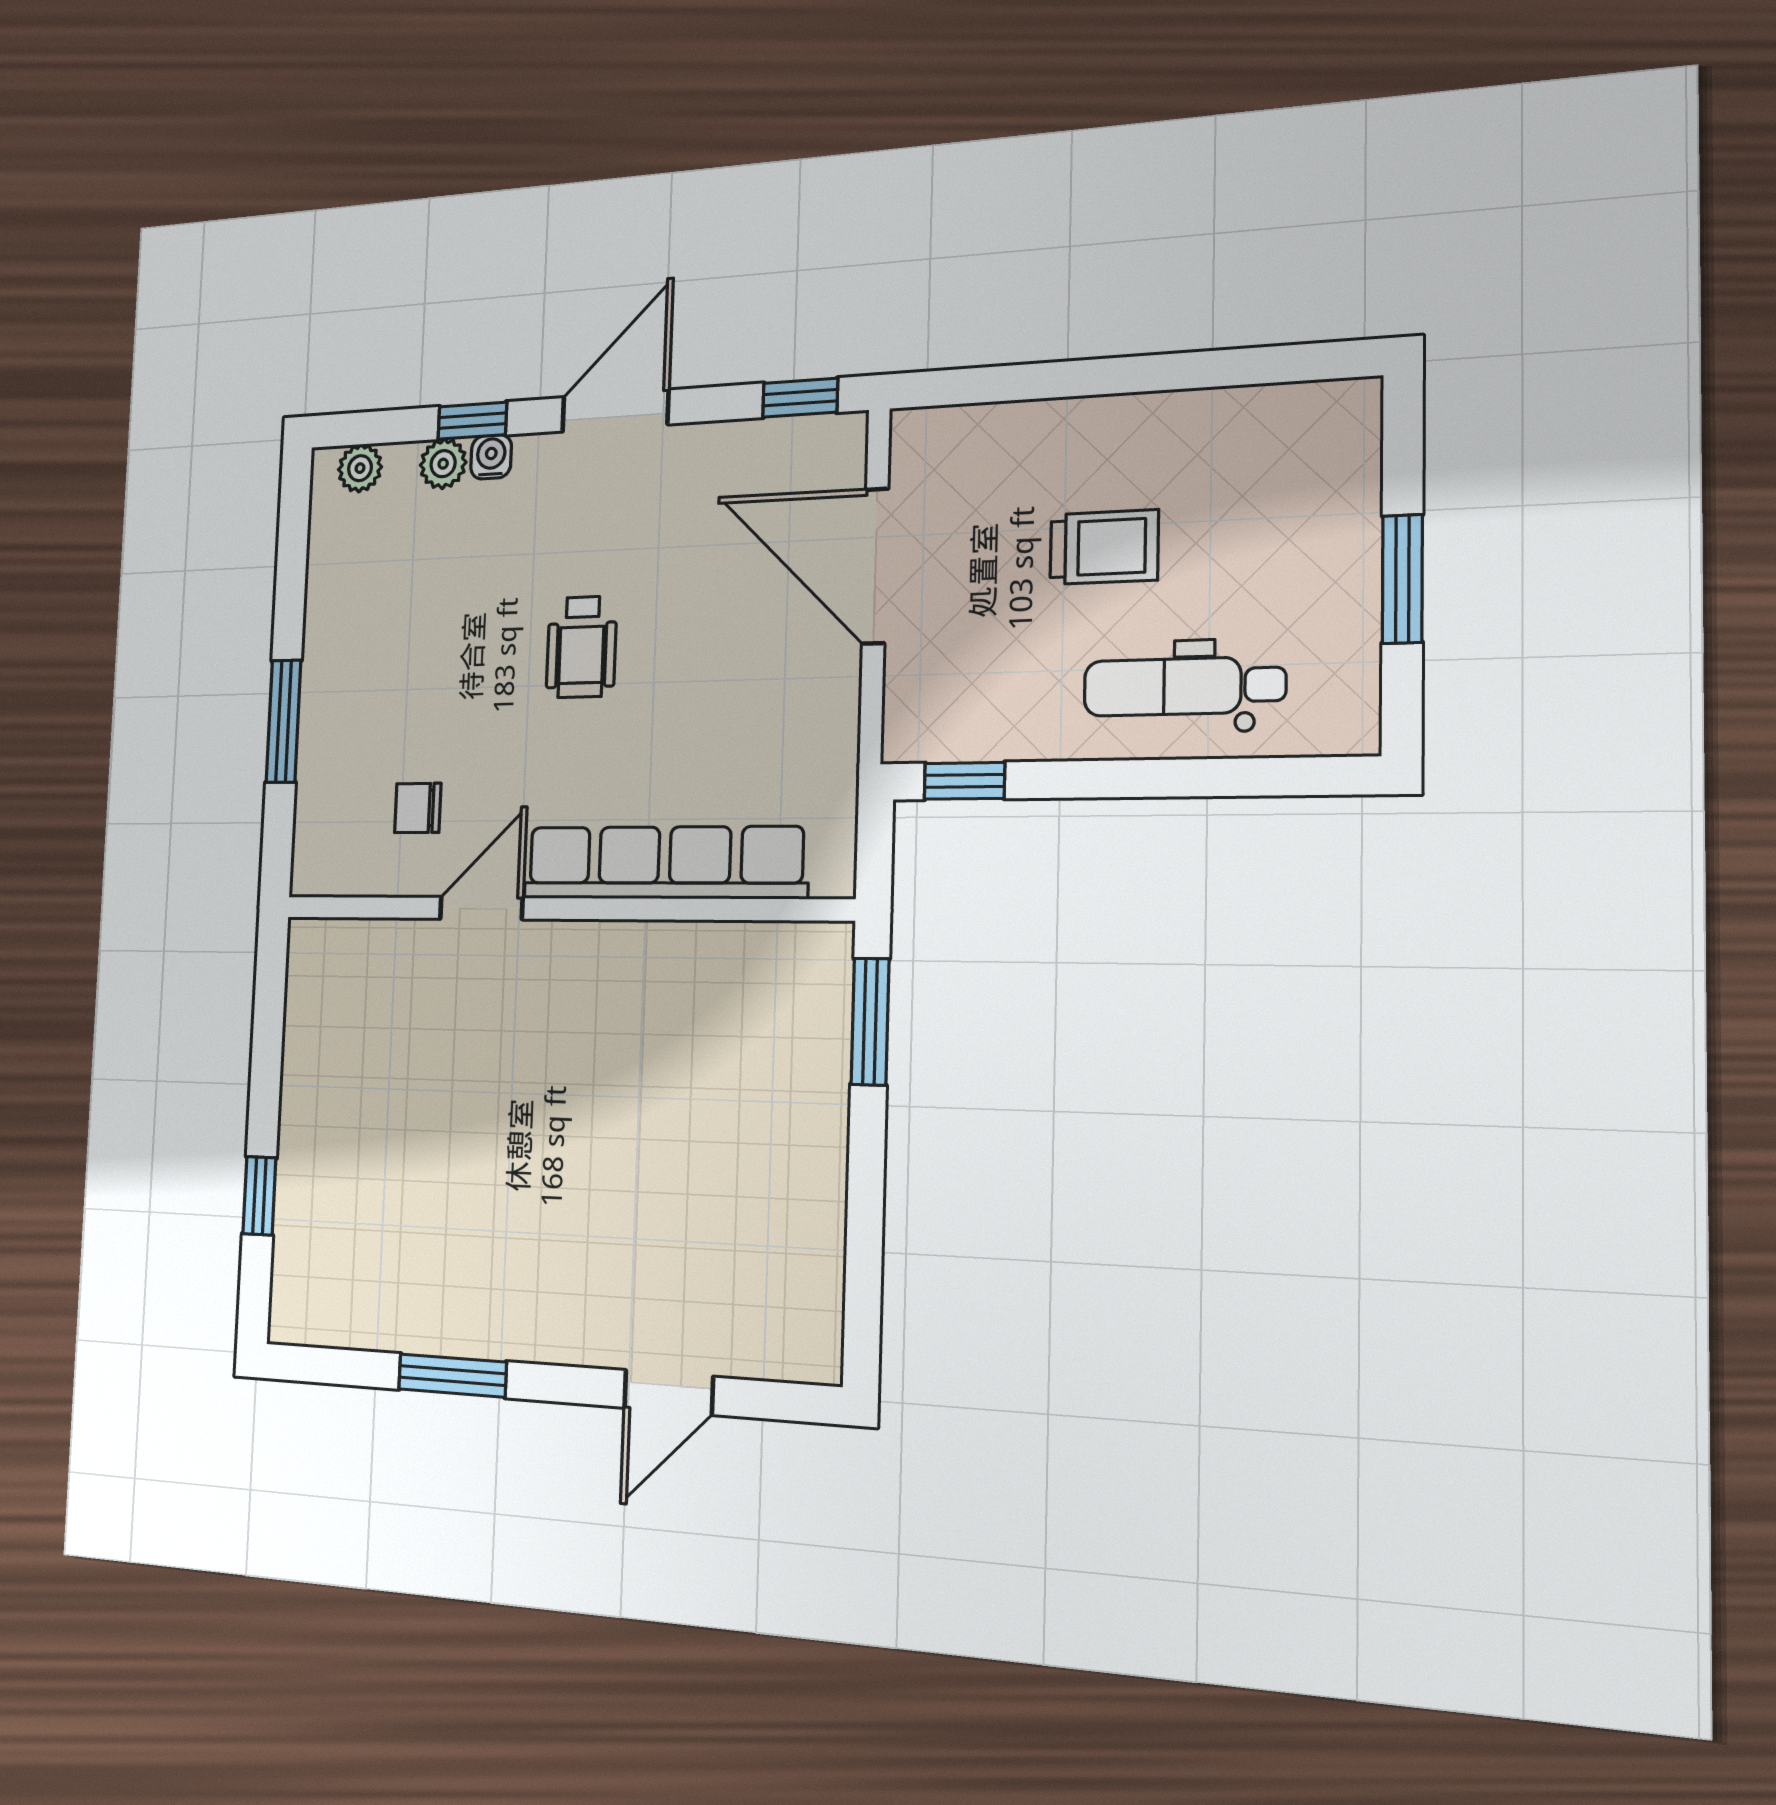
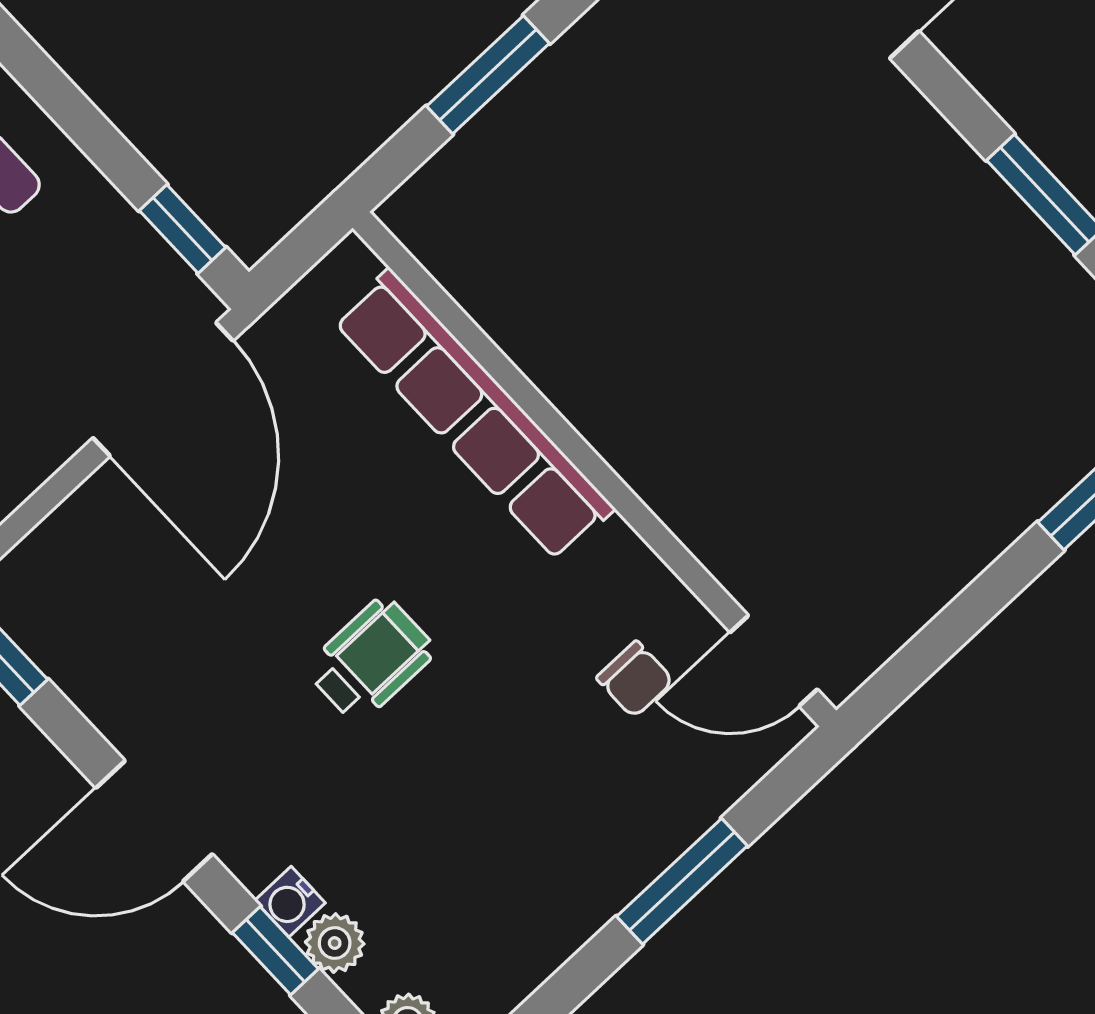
door: (875, 566) -> (163, 389), moved
door: (481, 908) -> (774, 661), moved
window: (870, 1022) -> (488, 75), moved

